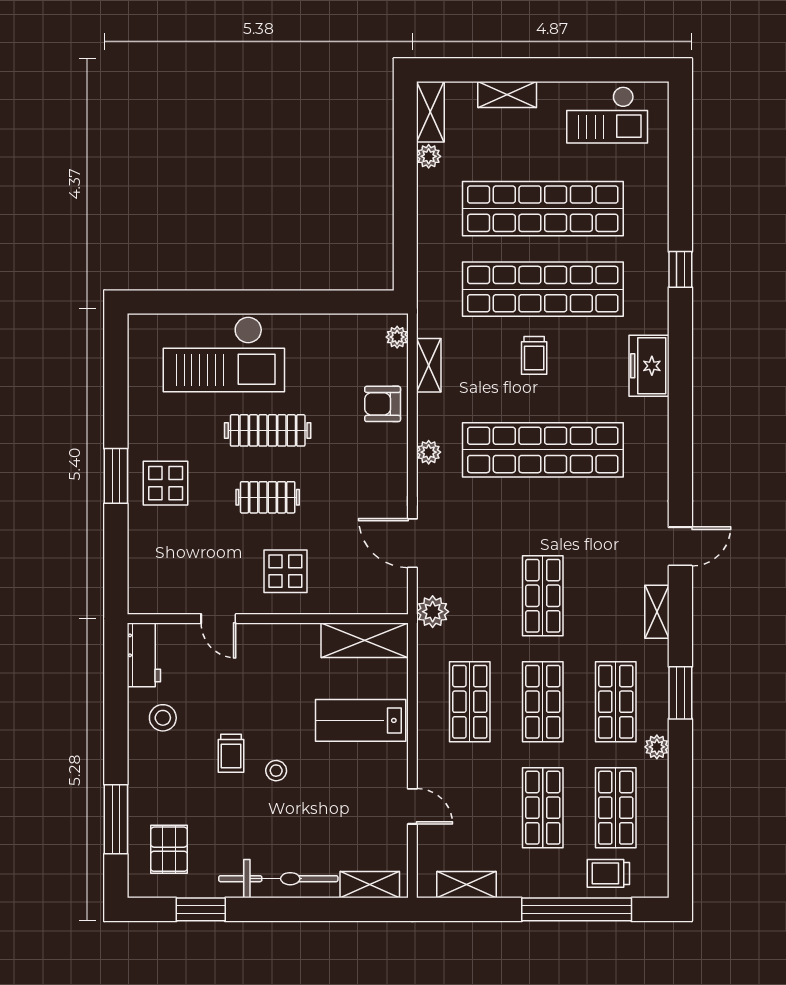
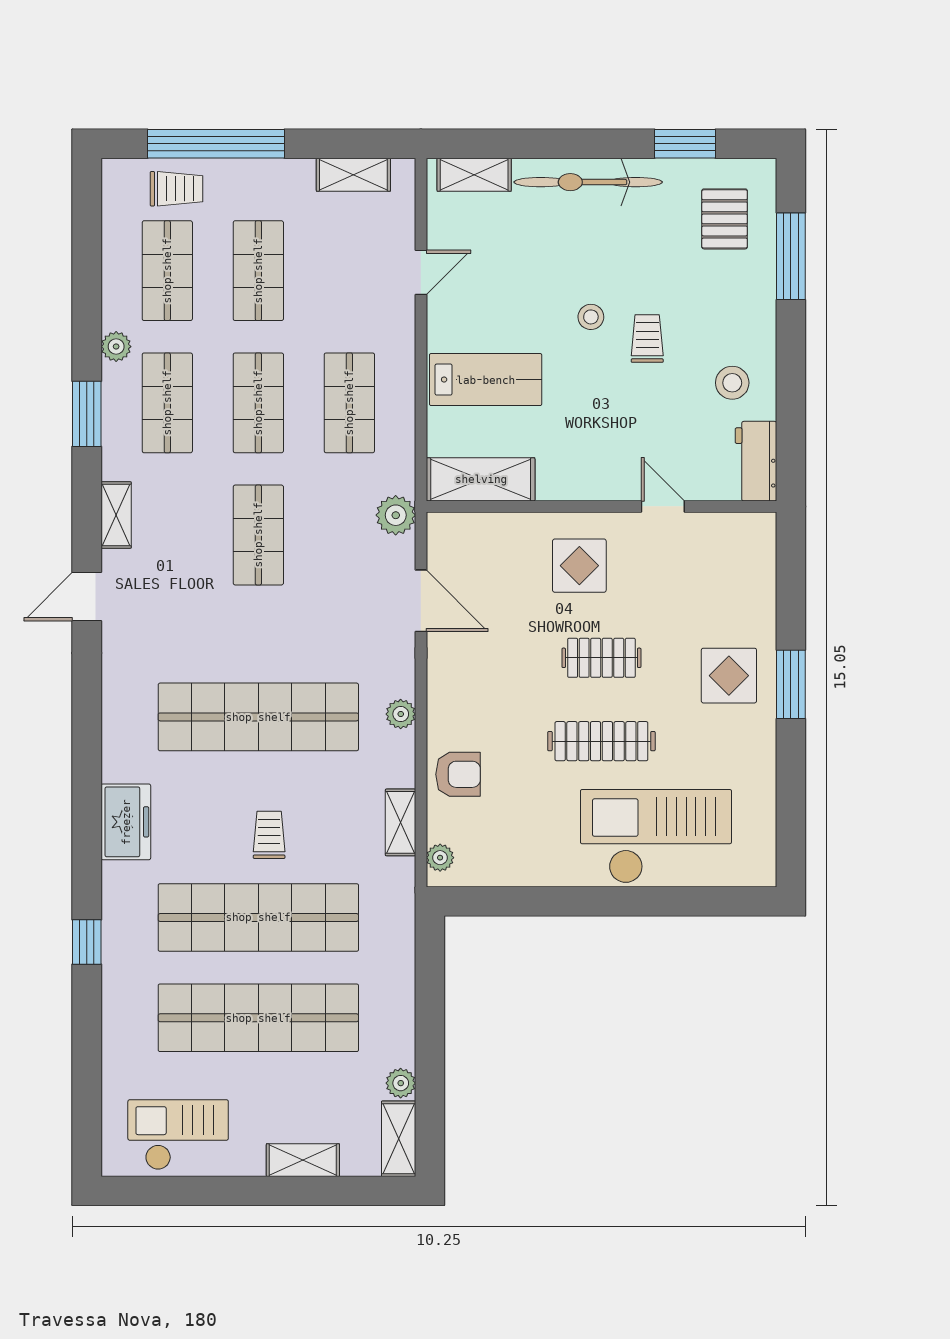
door: (412, 806) -> (421, 272), swing flipped

